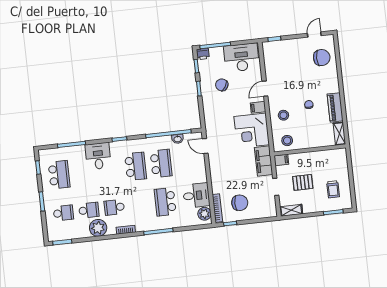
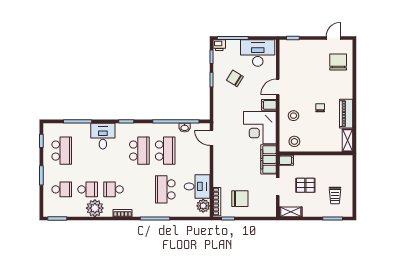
chair: (322, 58) -> (338, 62), turned -90

